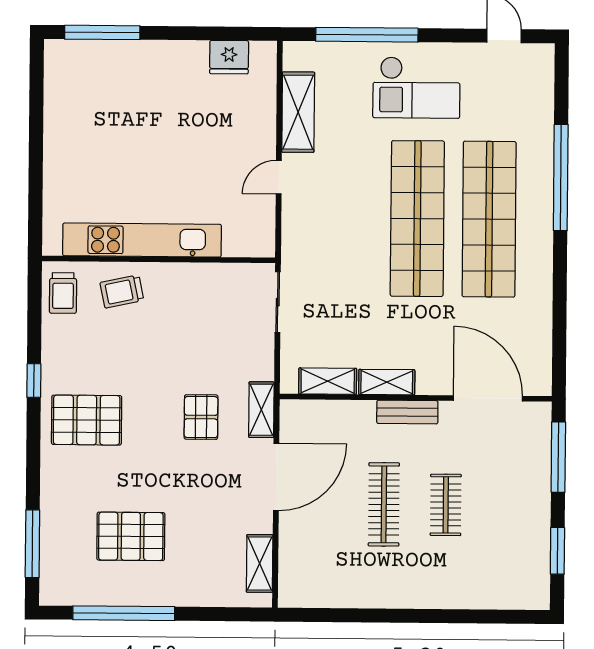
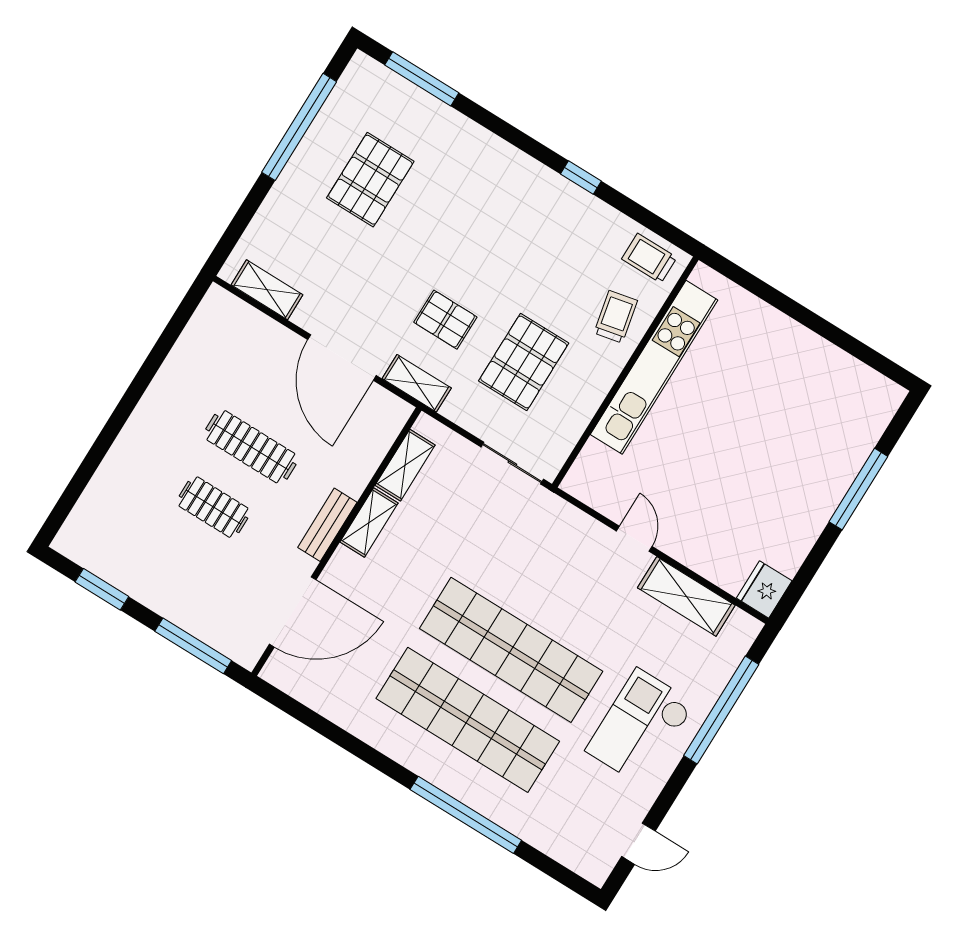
window: (102, 32) -> (858, 489), moved
fridge: (229, 57) -> (764, 589), moved
pallet: (87, 420) -> (524, 362), moved

